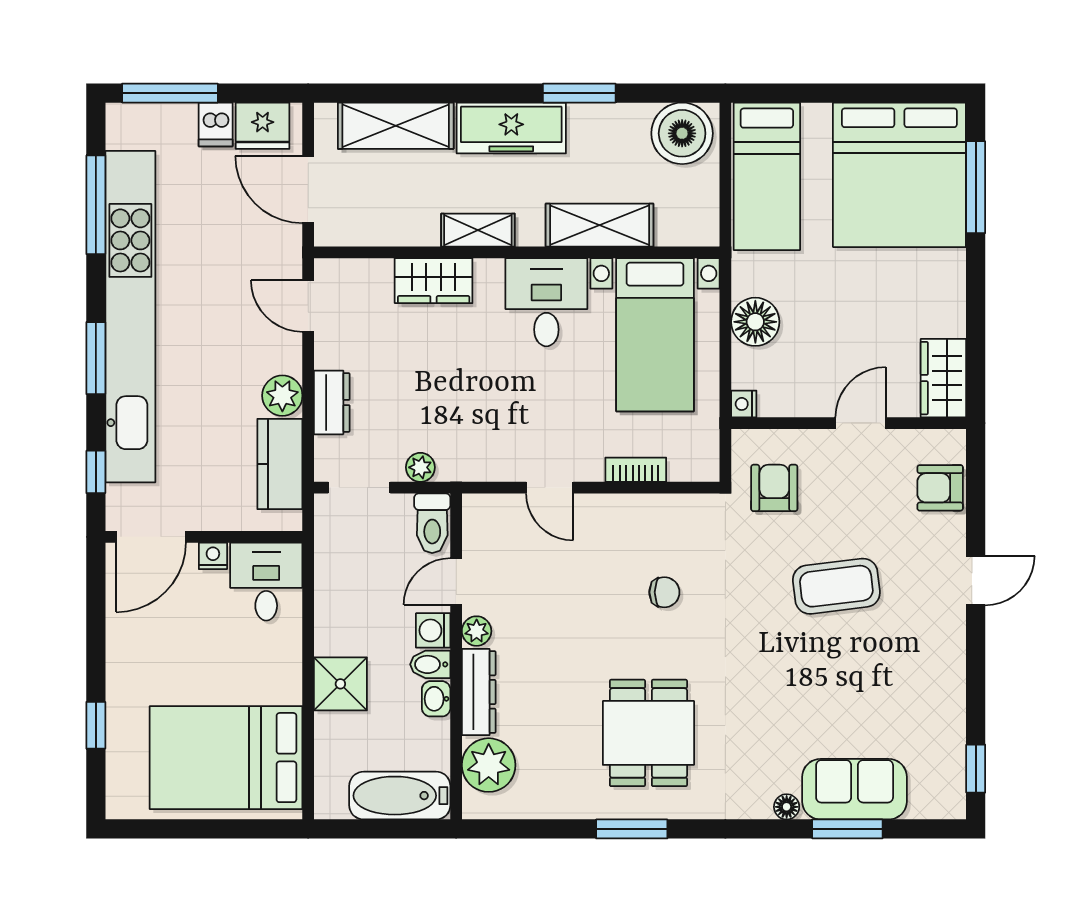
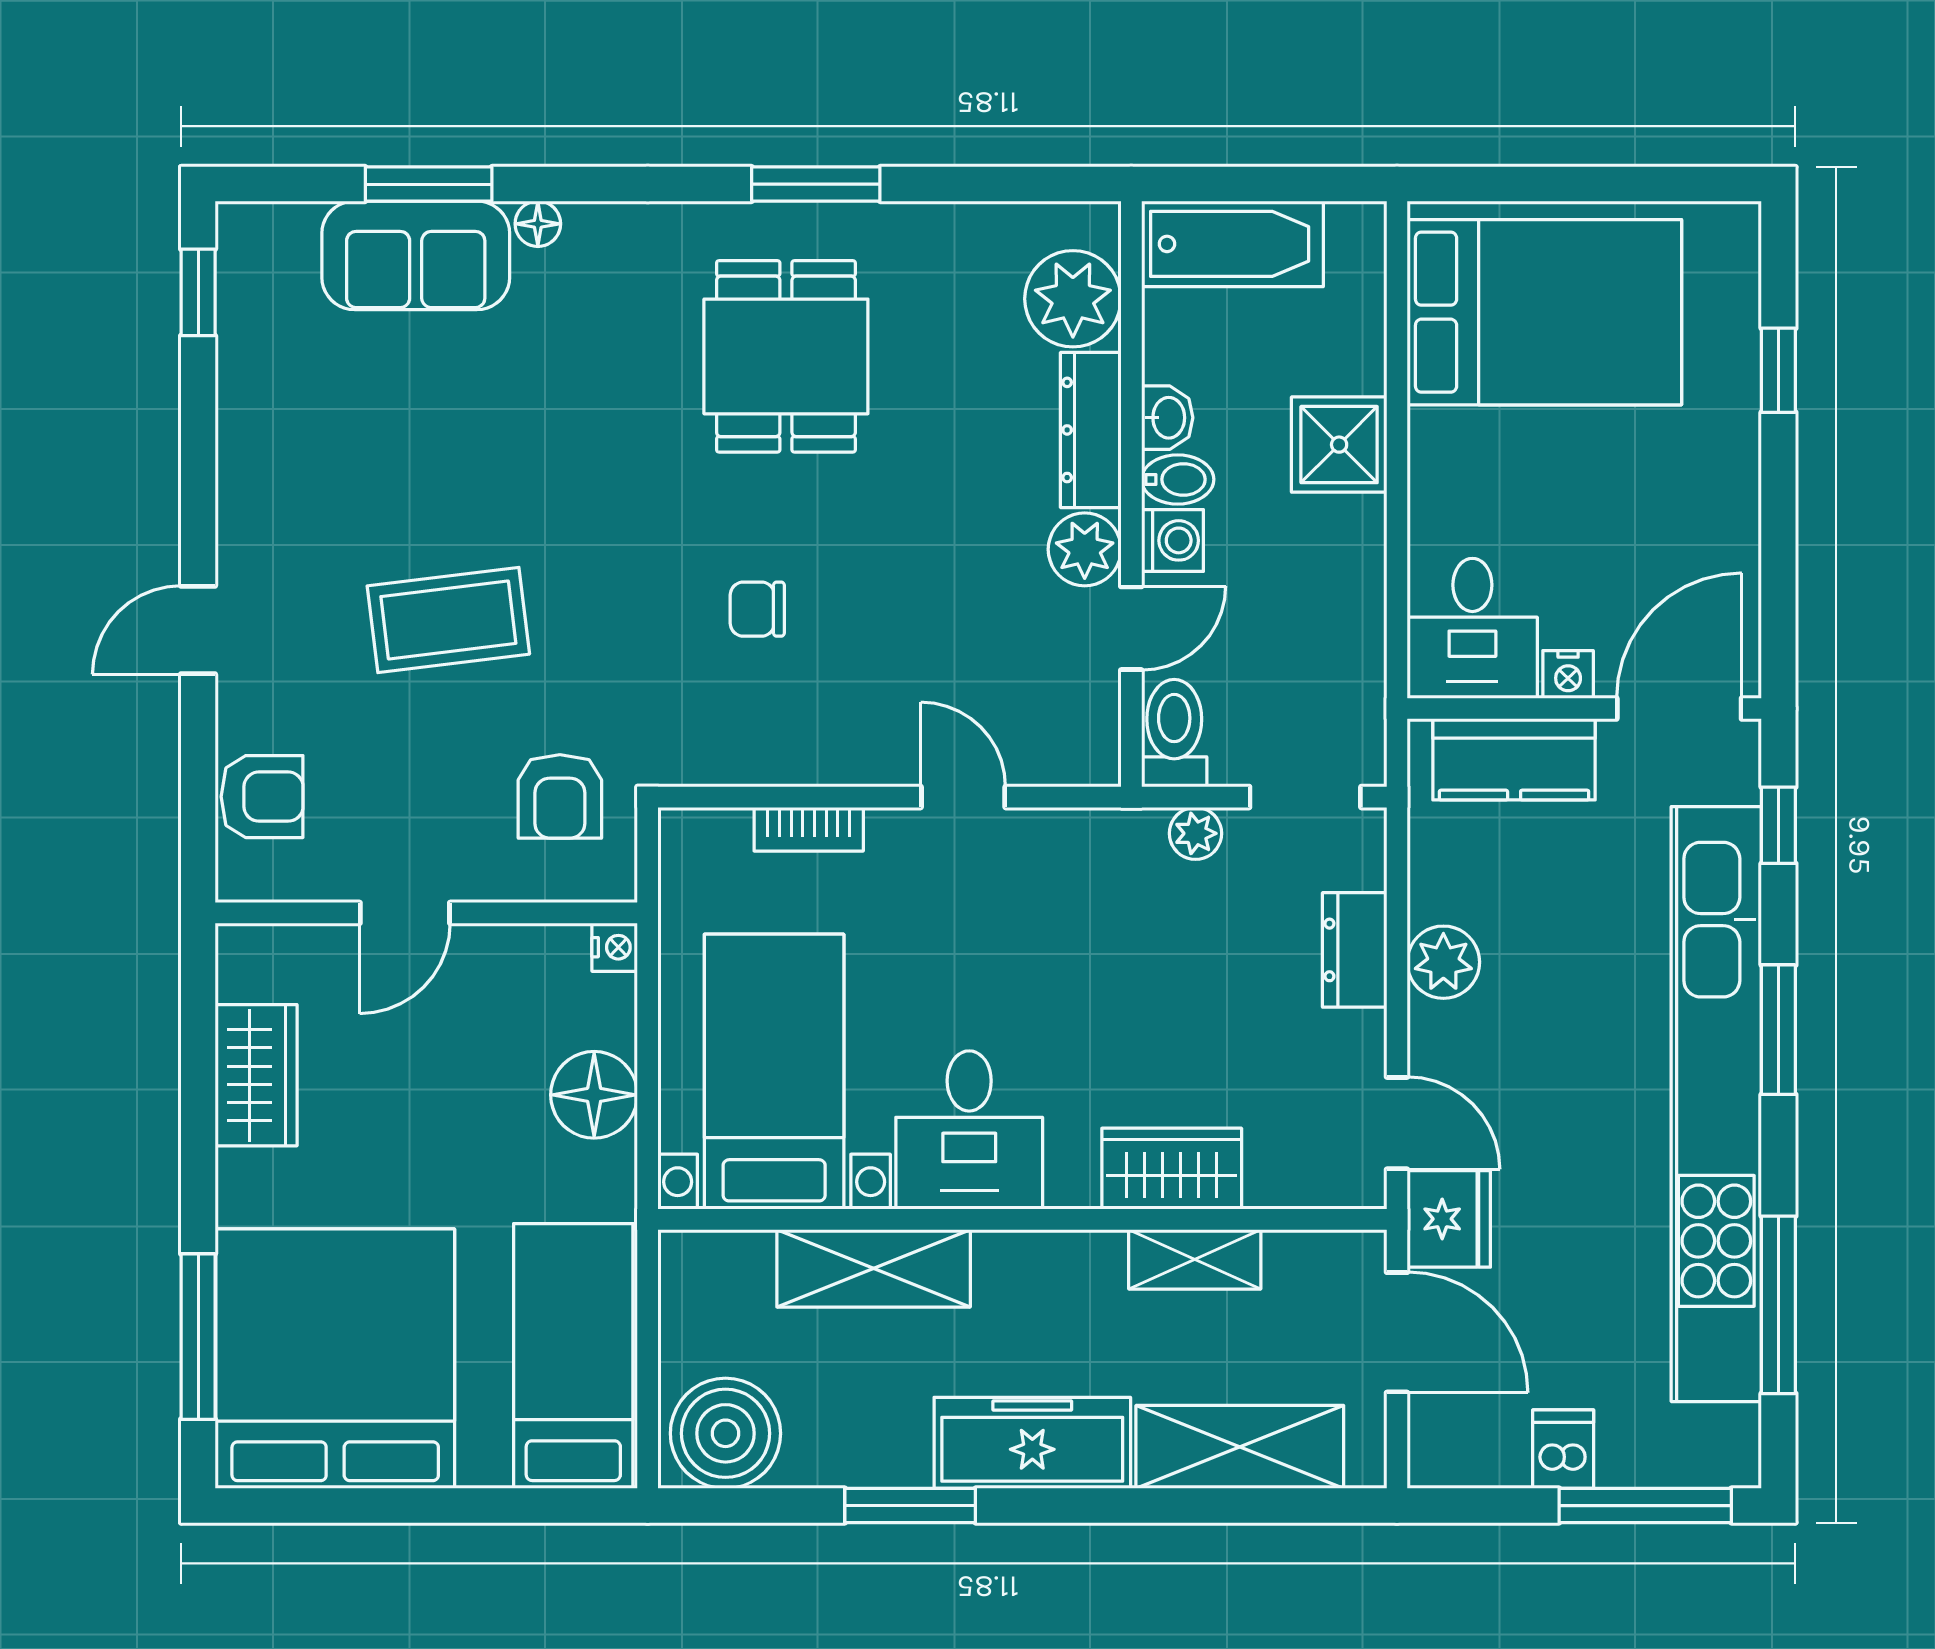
fridge: (263, 126) -> (1449, 1219), moved, turned 90
shelving: (478, 230) -> (1195, 1259), moved
wardrobe: (943, 378) -> (256, 1075), moved
kitchen counter: (280, 464) -> (1514, 759), moved, turned 90
plant: (477, 631) -> (1085, 549), width x1.38, depth x1.38

